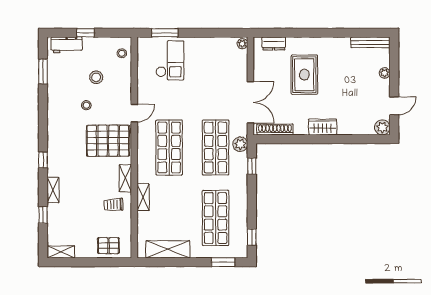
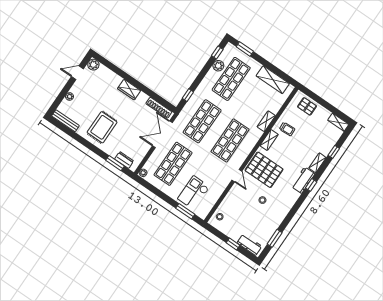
window: (282, 33) -> (115, 163), added
rug: (304, 75) -> (102, 127), moved
stool: (96, 77) -> (245, 213), removed
shop shelf: (216, 77) -> (173, 164), added
door: (134, 113) -> (237, 176), swing flipped
plant: (240, 144) -> (218, 66), moved
workbench: (56, 159) -> (303, 180), added

